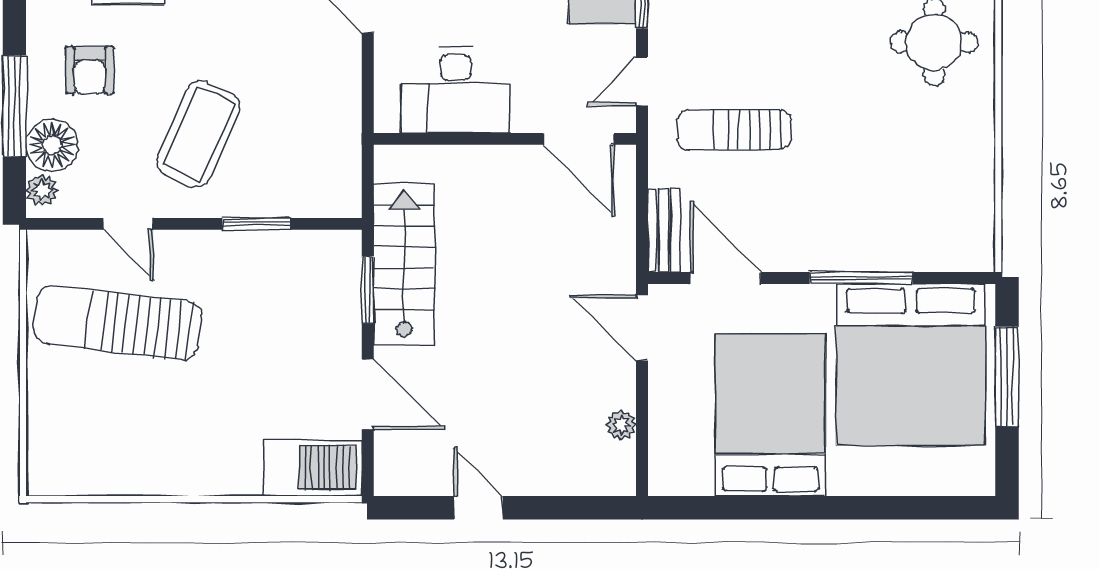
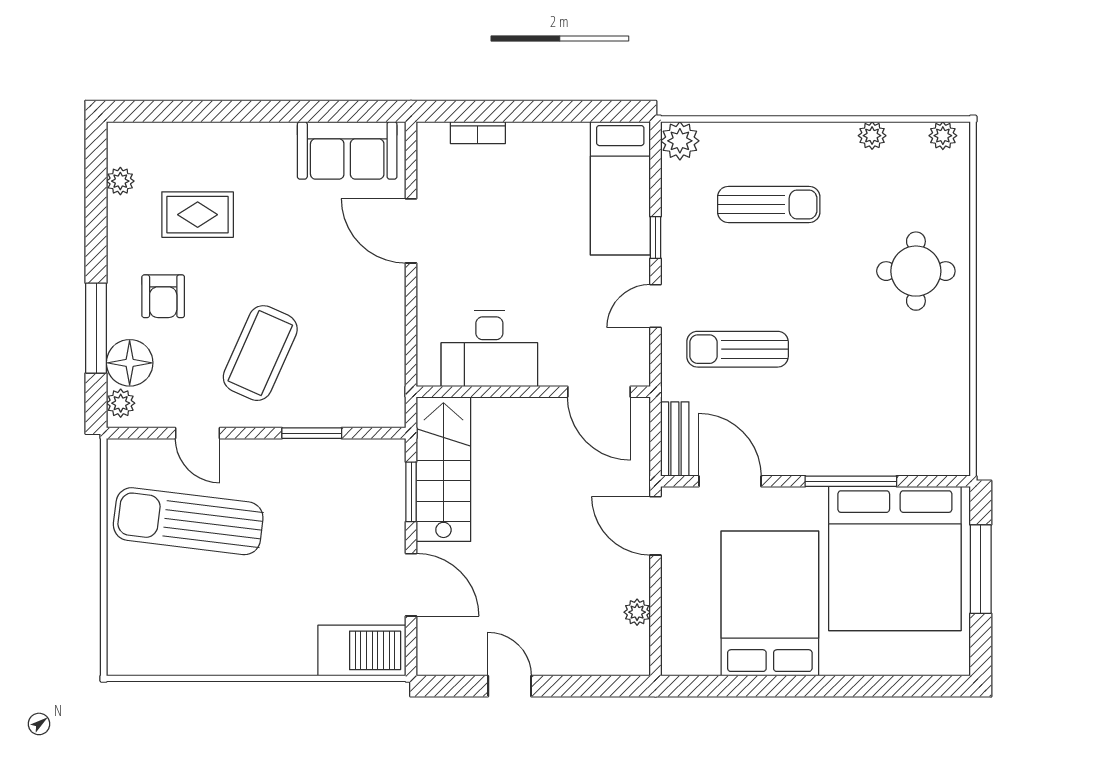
desk: (456, 91) -> (489, 349), moved
wall: (505, 139) -> (533, 392), moved
door: (579, 139) -> (599, 392), moved

